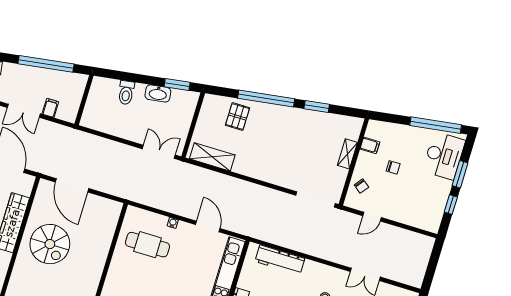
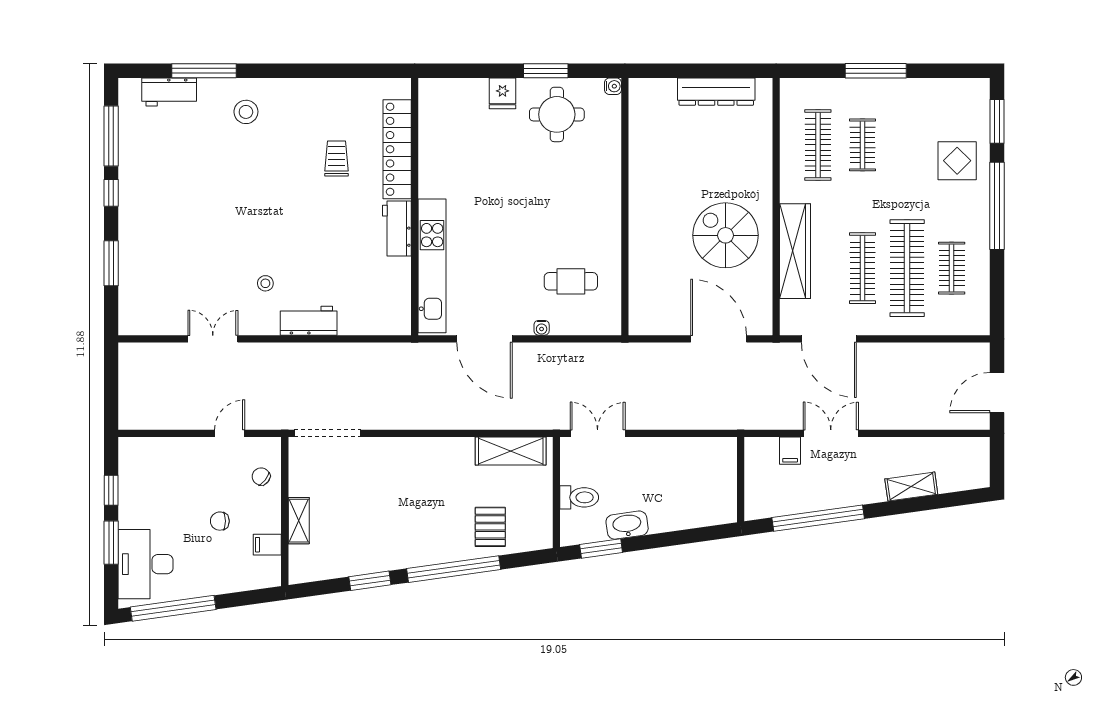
toilet: (126, 93) -> (579, 497), moved, turned 98
double door: (159, 152) -> (598, 433), swing flipped
door: (208, 227) -> (484, 339), width x1.36
cafe table: (148, 245) -> (571, 281), width x0.73, depth x0.74
workbench: (280, 260) -> (309, 321), moved, width x0.73

